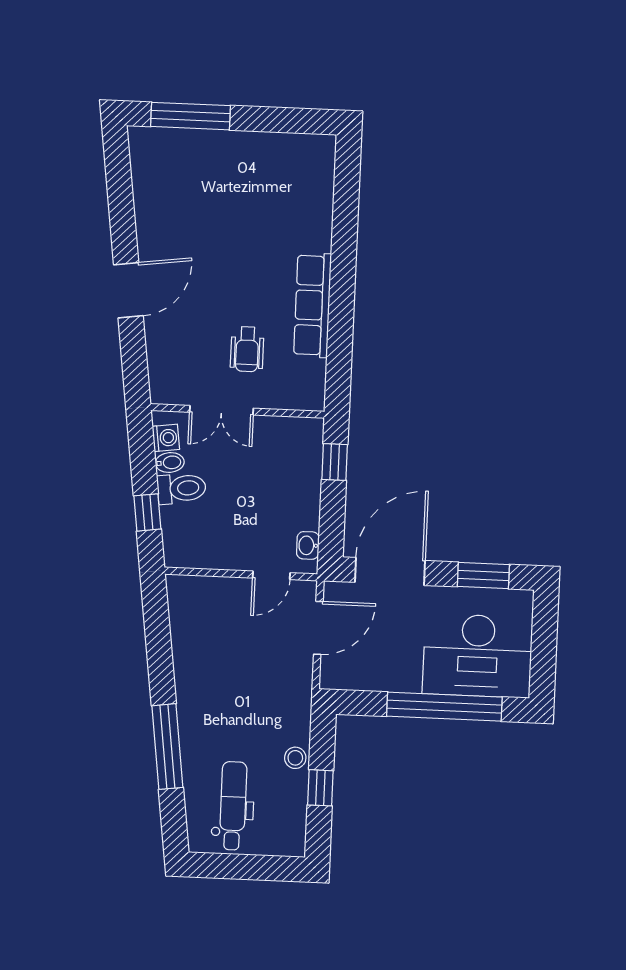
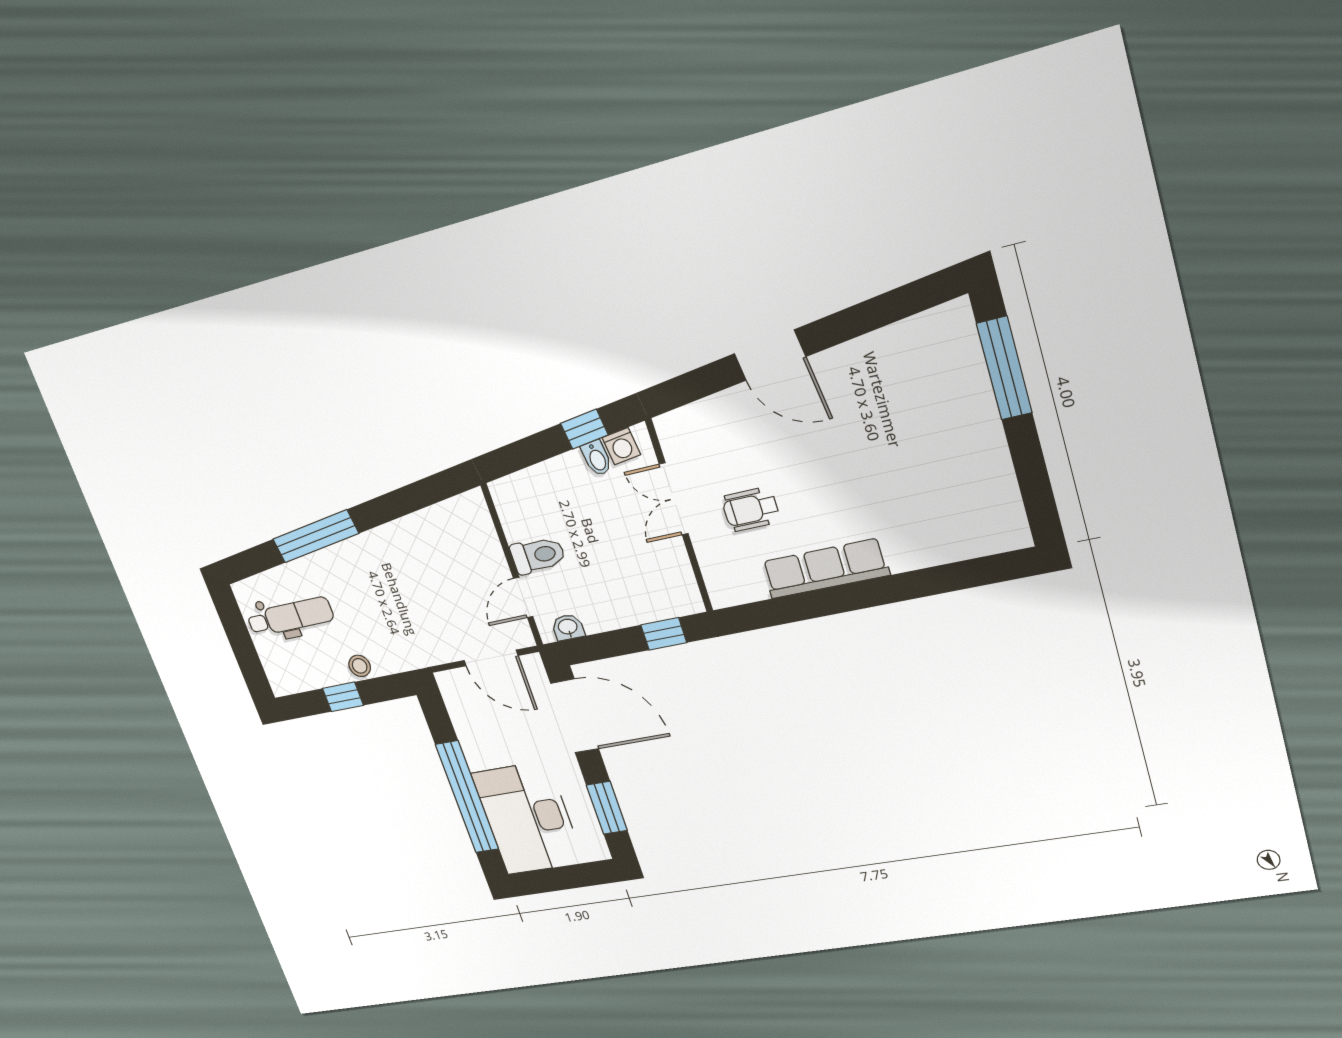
toilet: (181, 488) -> (538, 555), moved, turned -83
window: (147, 512) -> (584, 429), moved
door: (271, 575) -> (523, 598), hinge flipped

